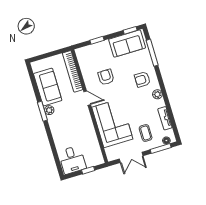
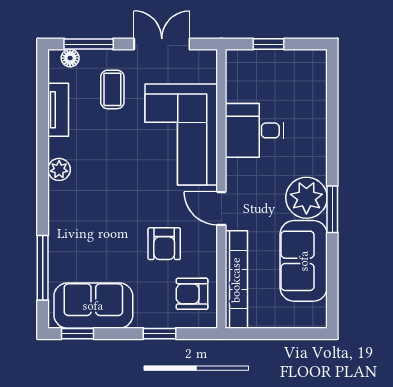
armchair: (142, 79) -> (192, 294), moved, turned 180
plant: (49, 110) -> (306, 198), width x1.88, depth x1.88
desk: (72, 160) -> (254, 130), moved, turned -90

